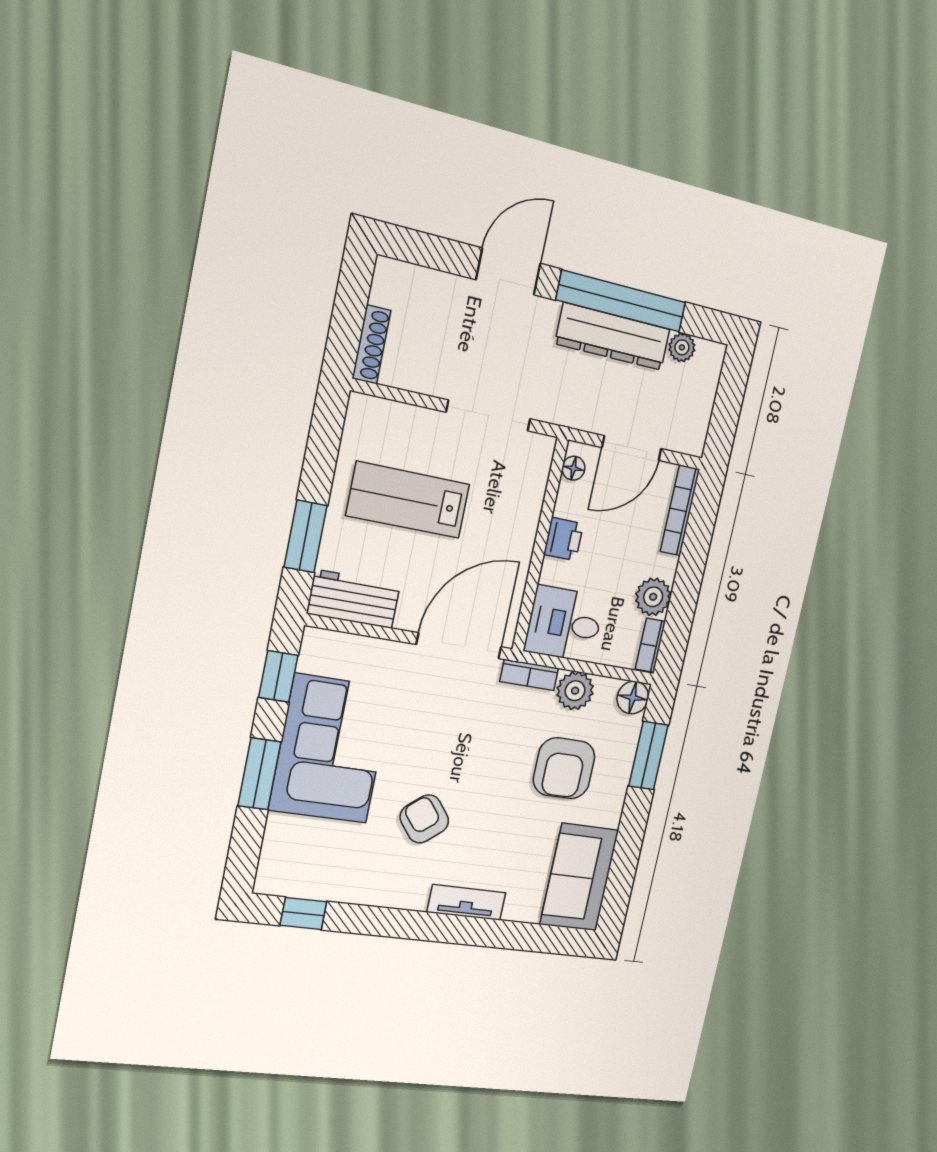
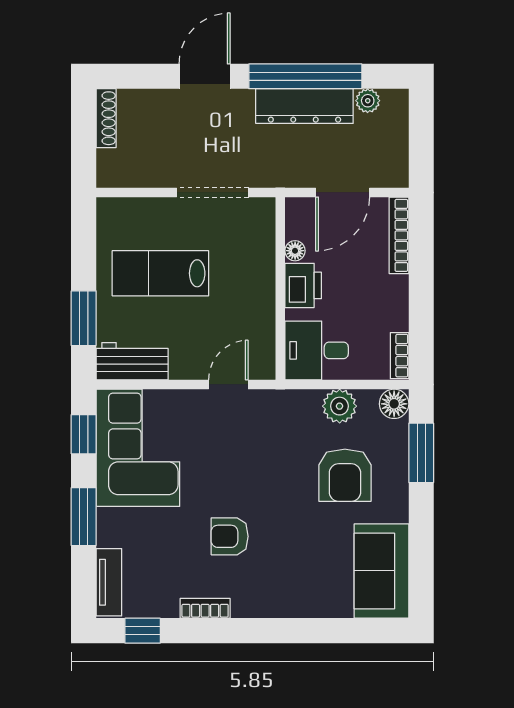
shoe rack: (371, 344) -> (106, 118), moved
floor lamp: (573, 468) -> (295, 251), moved
printer: (564, 539) -> (303, 285), width x1.36, depth x1.24
plant: (653, 597) -> (392, 313), removed
door: (459, 646) -> (228, 384), width x0.53
bookcase: (529, 675) -> (205, 608), moved, turned 180
corner sofa: (331, 749) -> (138, 448), moved
armchair: (424, 819) -> (230, 536), turned -51
tv unit: (466, 902) -> (109, 582), moved, turned 90

